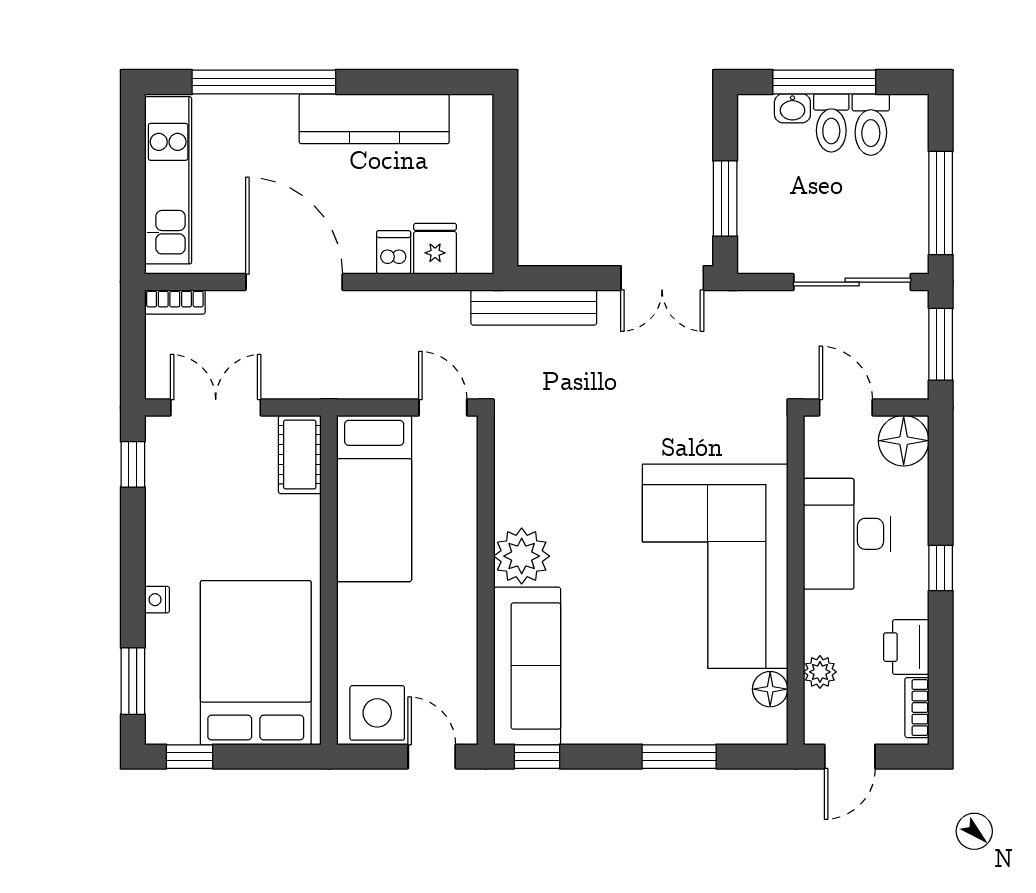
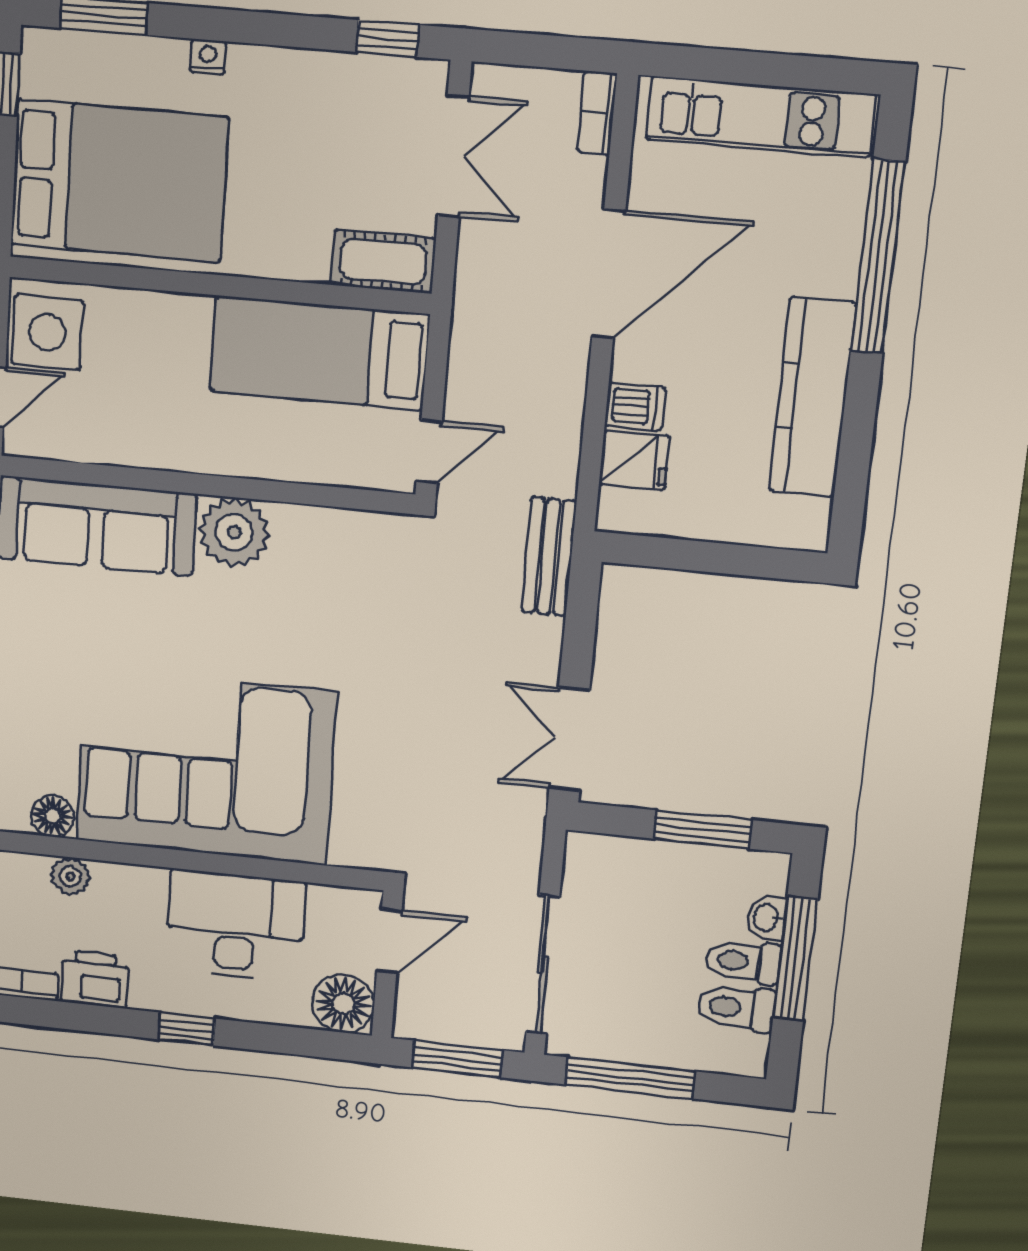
window: (725, 199) -> (703, 829), moved
bench: (534, 307) -> (549, 557), width x0.73

